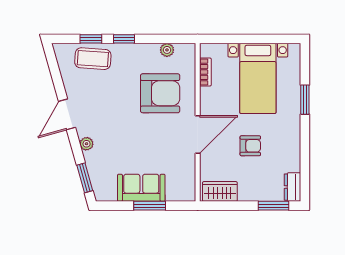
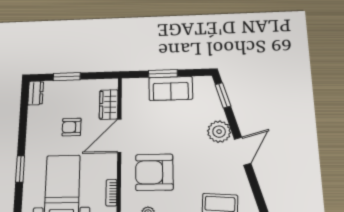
plant: (87, 144) -> (219, 132), width x1.88, depth x1.88
wardrobe: (220, 191) -> (109, 105), moved, turned 90
window: (274, 206) -> (67, 77), moved

